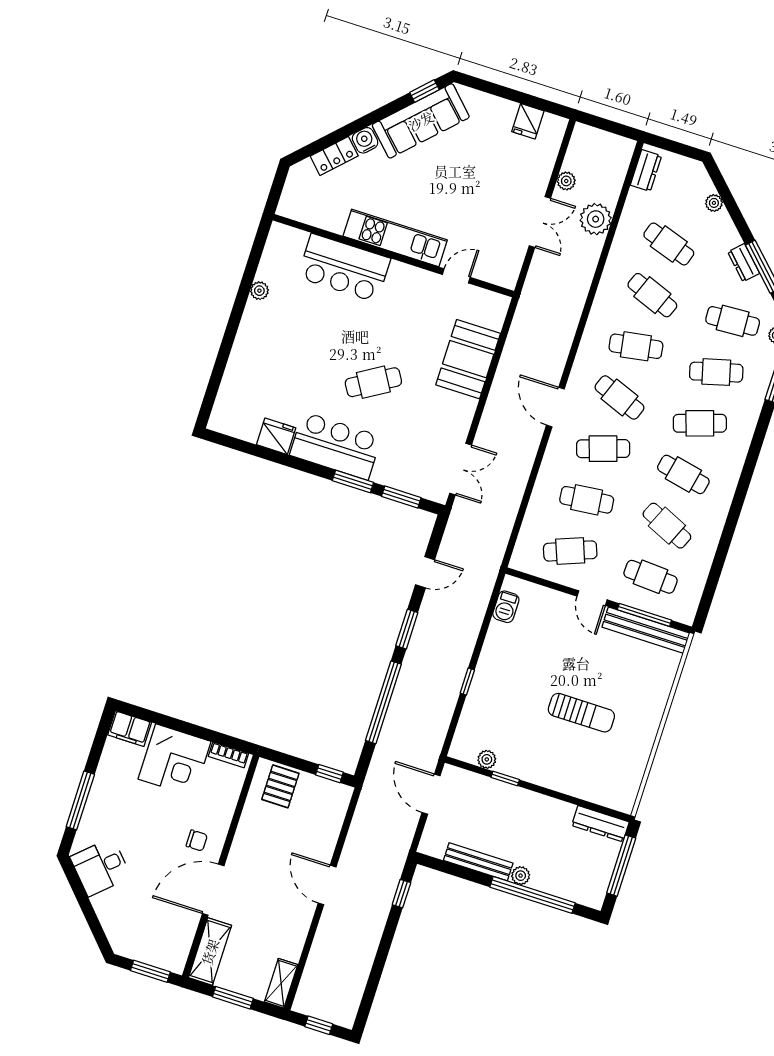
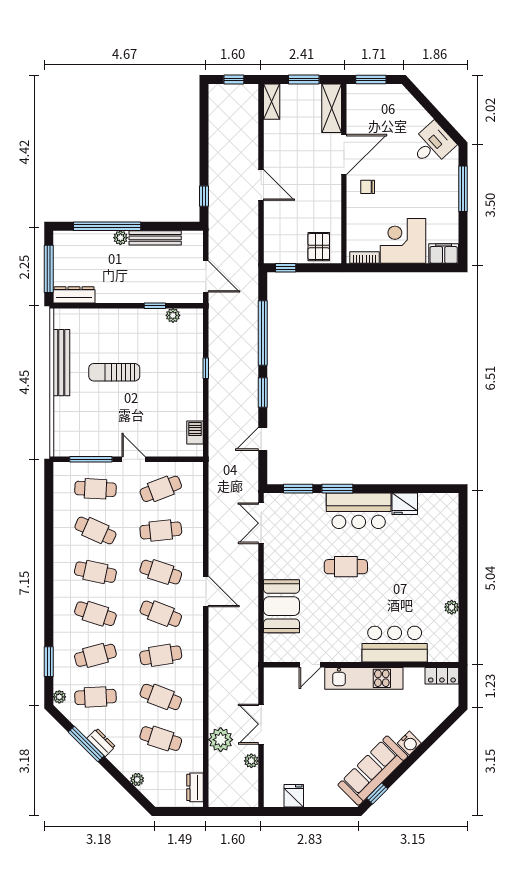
locker: (334, 156) -> (442, 676), moved, turned -135
cafe table: (373, 382) -> (346, 567), turned 31
cafe table: (700, 423) -> (95, 614), turned 36
cafe table: (603, 449) -> (161, 572), turned 36
bench: (646, 630) -> (61, 363), moved, turned 90

